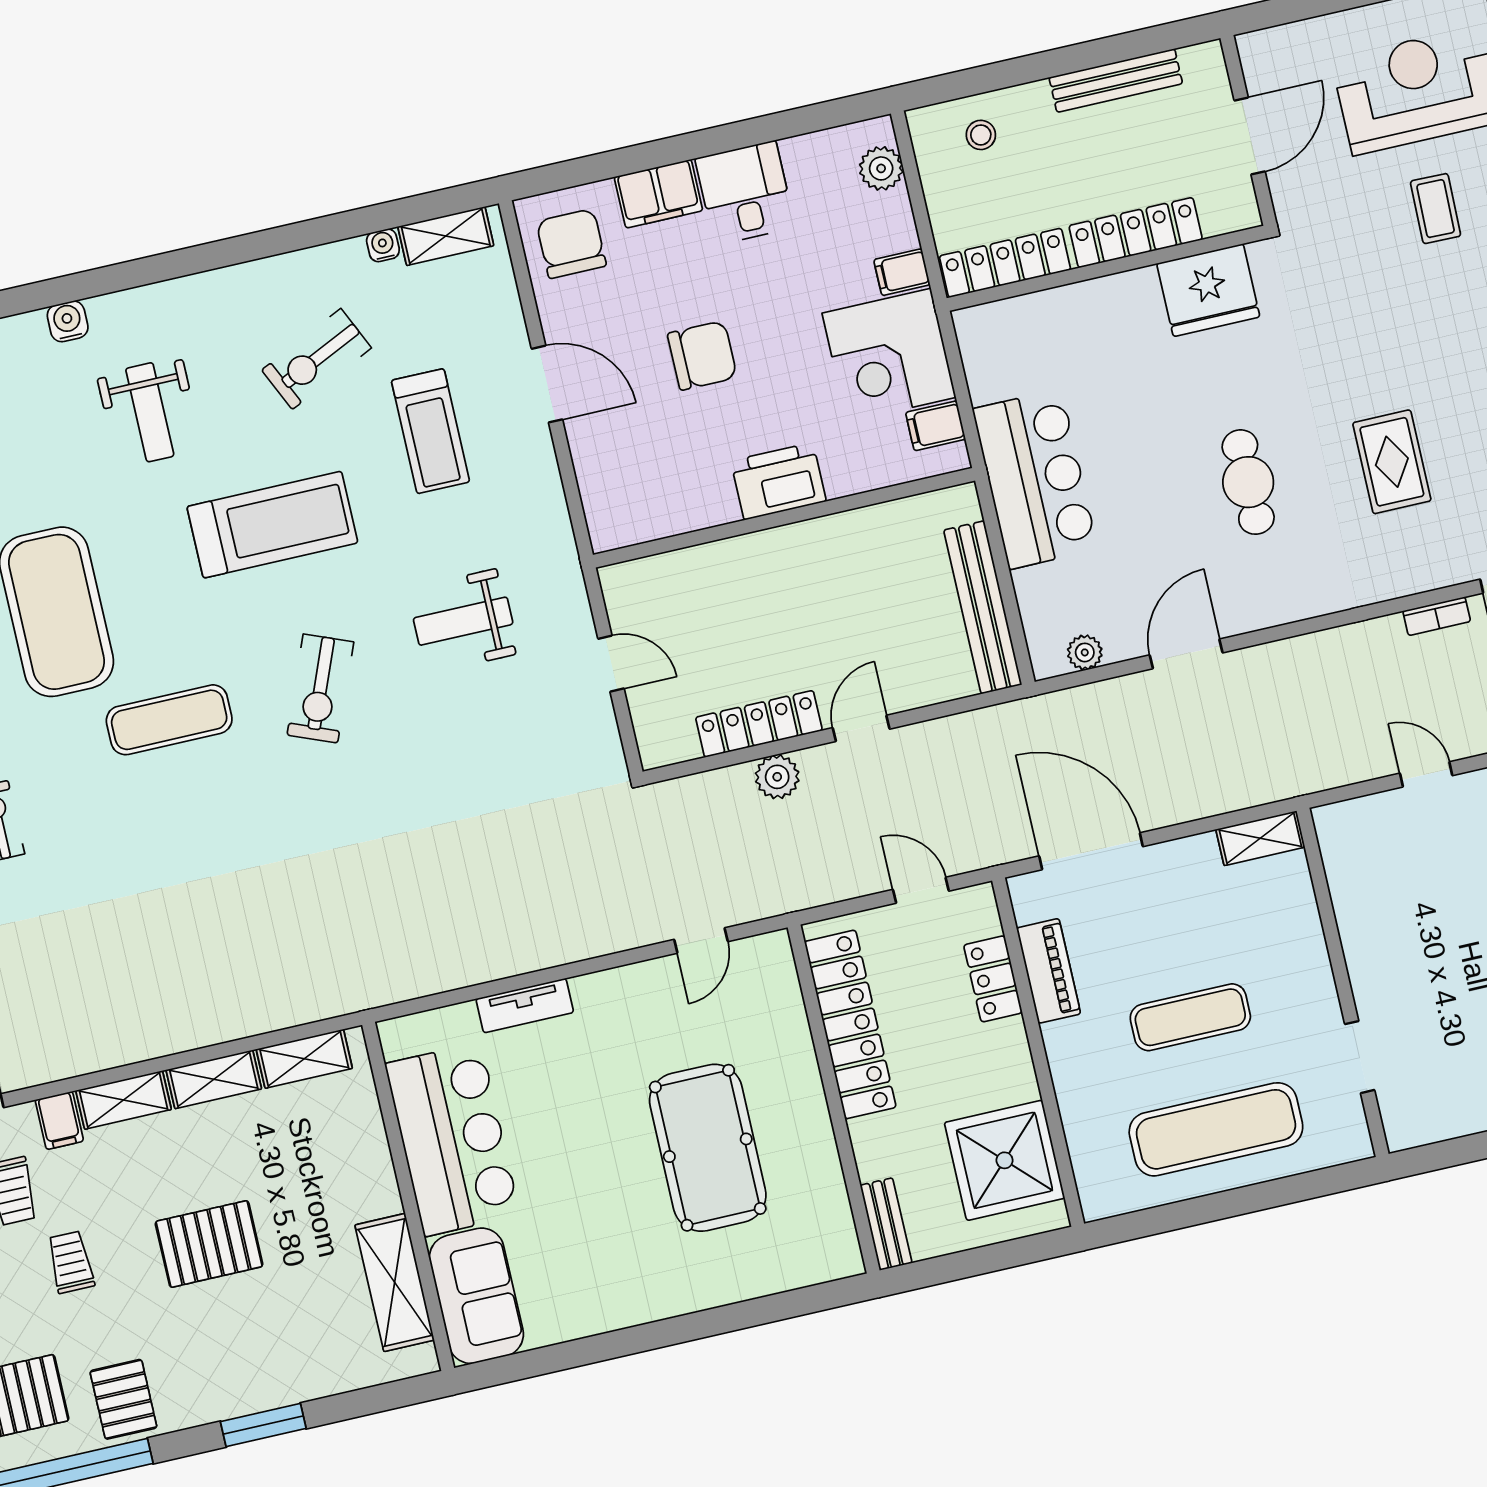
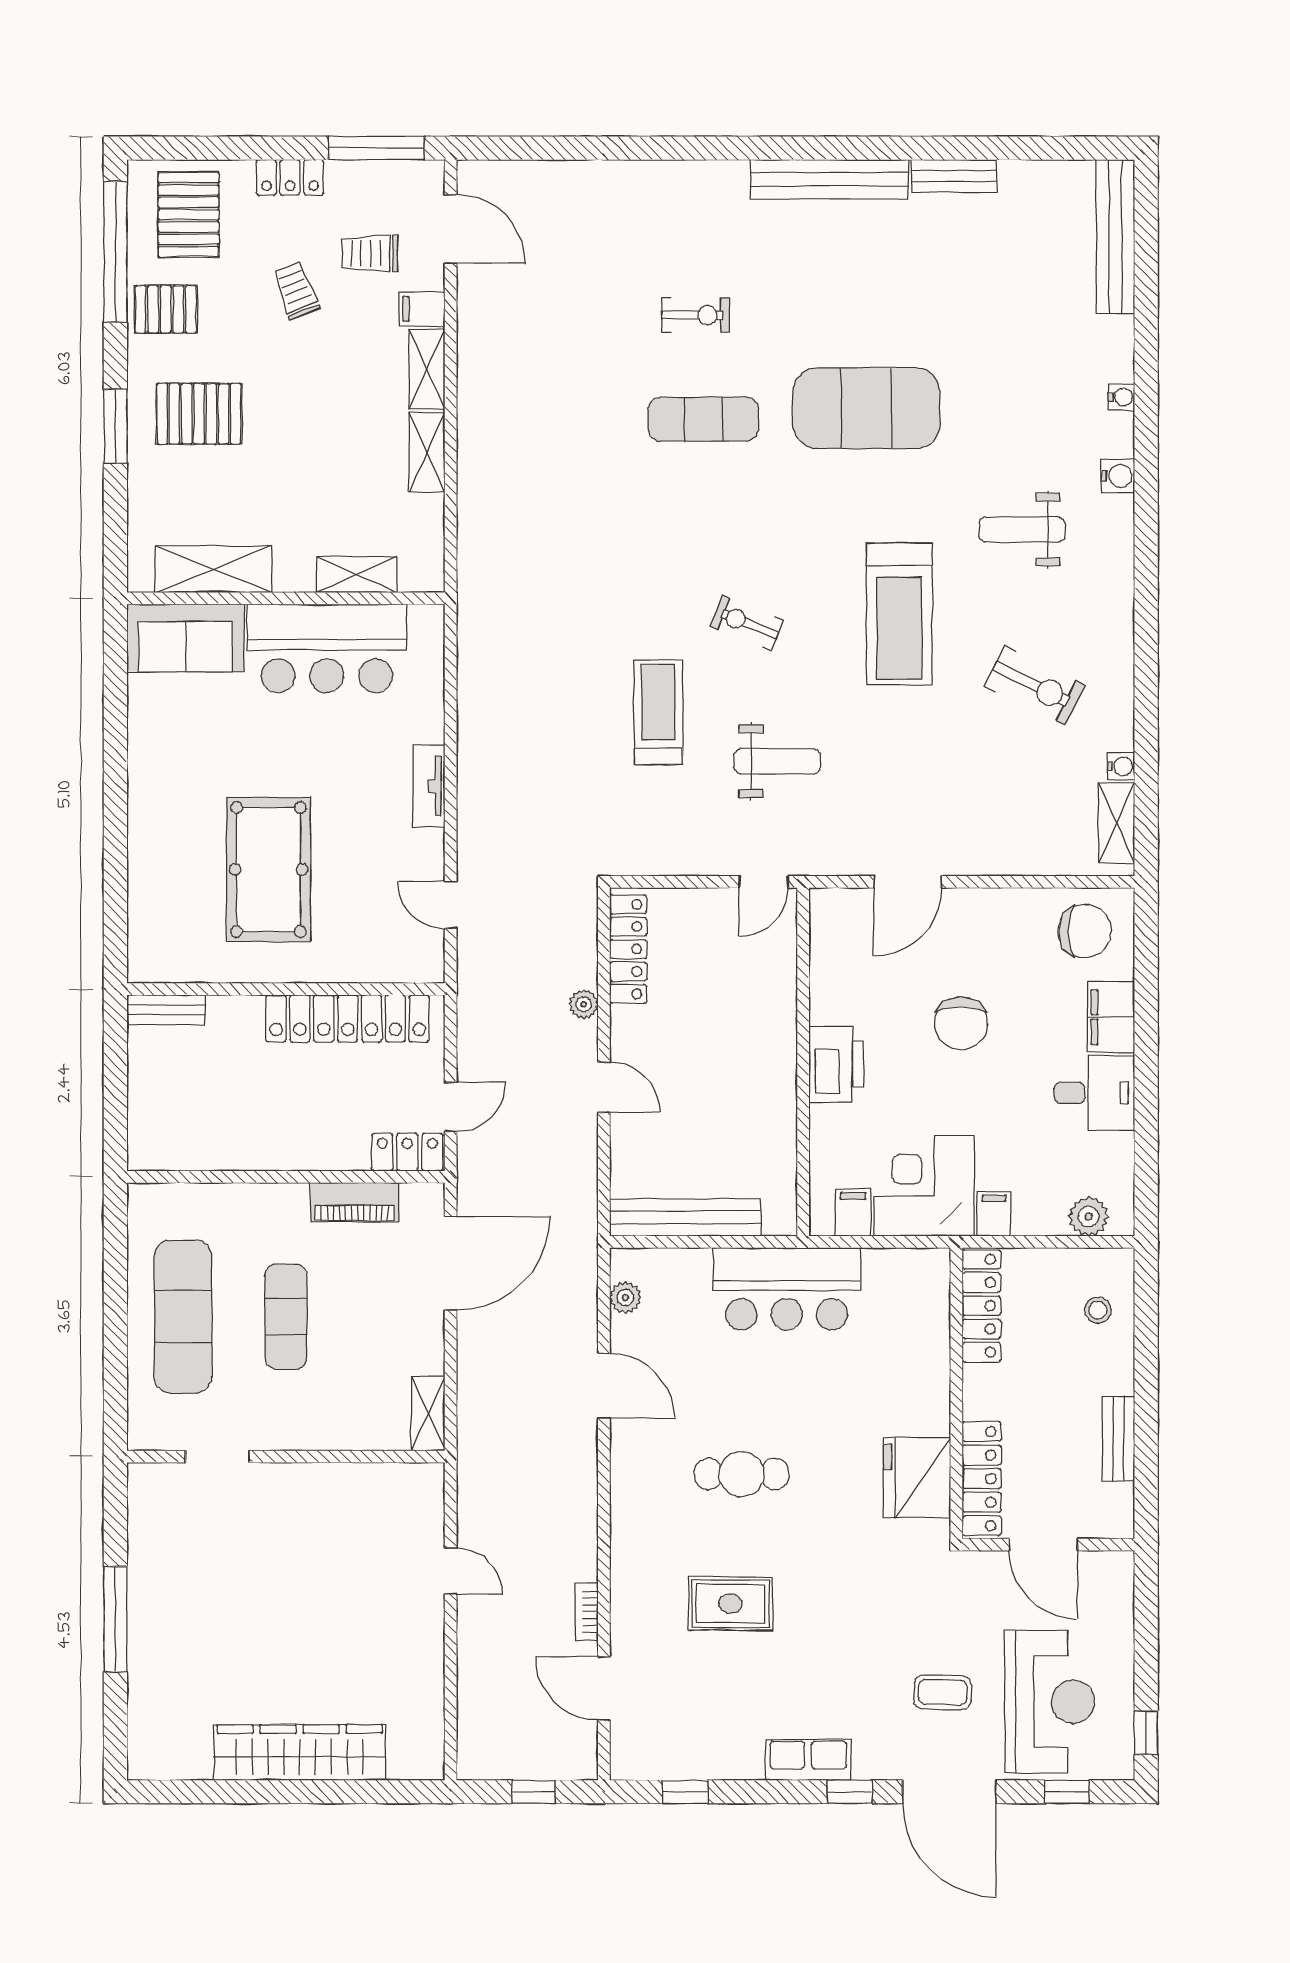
bench: (1116, 80) -> (1118, 1439), width x0.73
locker: (1136, 233) -> (982, 1479), moved
exercise bike: (317, 359) -> (1035, 686), turned 141
door: (547, 384) -> (908, 882), moved
treadmill: (430, 431) -> (658, 712), moved, turned 90
weight bench: (463, 621) -> (777, 761), turned 90
door: (611, 664) -> (764, 882), moved
exercise bike: (320, 688) -> (747, 623), width x0.73, depth x0.72
exercise mat: (169, 720) -> (703, 419), moved, turned 90
locker: (759, 724) -> (628, 949), moved
door: (1426, 774) -> (451, 1571), hinge flipped
plant: (777, 777) -> (584, 1004), width x0.73, depth x0.73
locker: (993, 979) -> (407, 1152), moved
tv unit: (525, 1006) -> (429, 786), moved
shelving: (304, 1059) -> (357, 574), moved, turned 90
pool table: (708, 1148) -> (268, 869), turned 90
shower: (1005, 1160) -> (198, 1126), removed
pallet: (209, 1244) -> (199, 414), moved, turned 90
trolley: (71, 1262) -> (296, 291), turned -111

